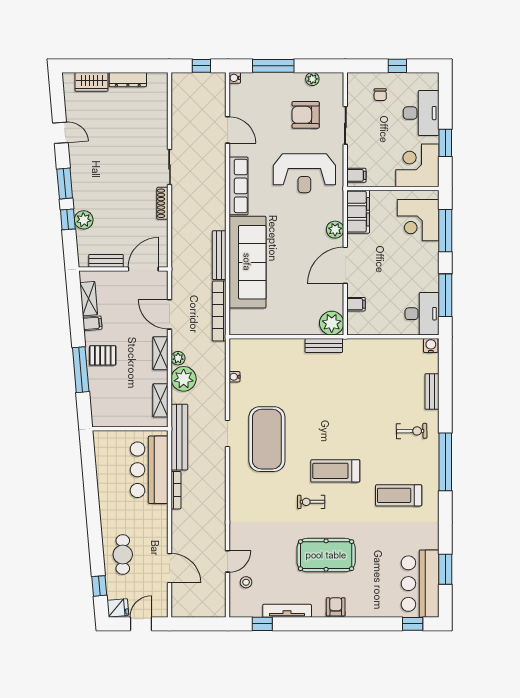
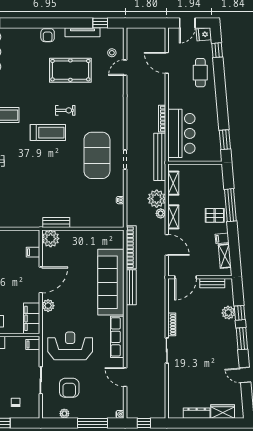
armchair: (306, 115) -> (69, 388), turned 90
window: (89, 461) -> (225, 140), added
pool table: (326, 555) -> (70, 70), moved

